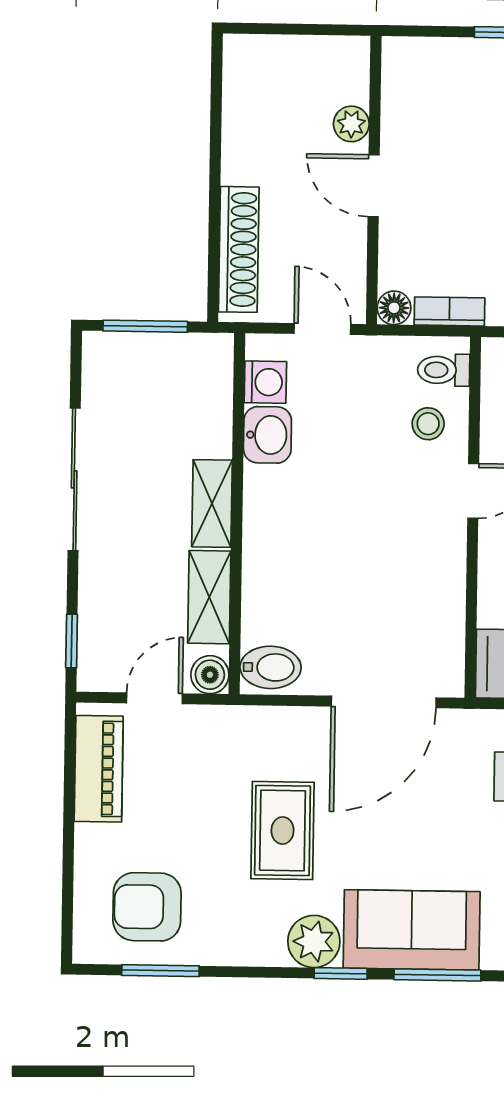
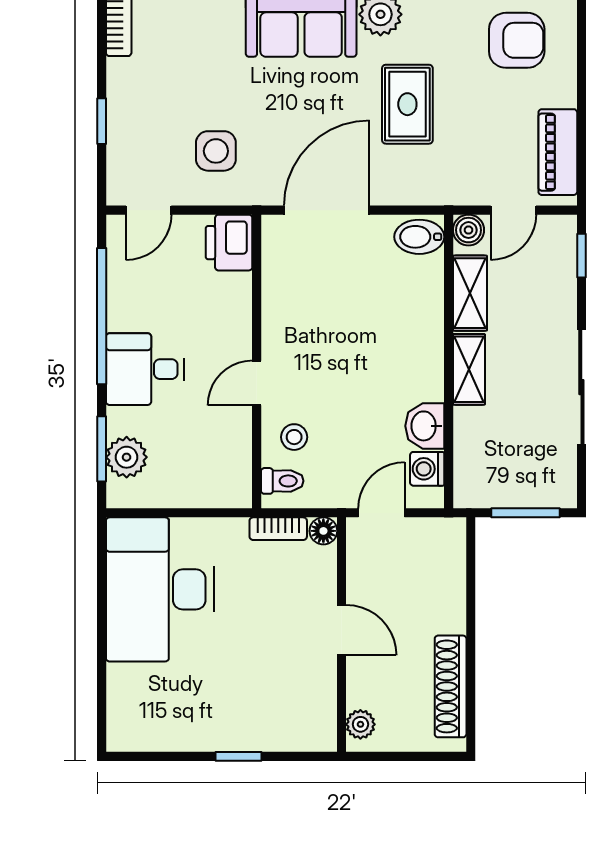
plant: (351, 124) -> (360, 724), moved
shoe rack: (239, 249) -> (451, 686), moved
door: (322, 329) -> (381, 513), swing flipped

